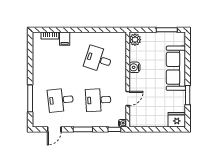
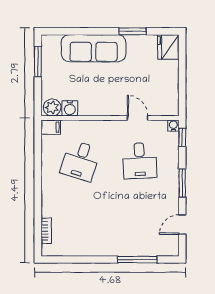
filing cabinet: (65, 39) -> (51, 127), moved
water cooler: (134, 67) -> (70, 108), moved
desk: (60, 100) -> (140, 216), removed
door: (54, 129) -> (182, 225), swing flipped

